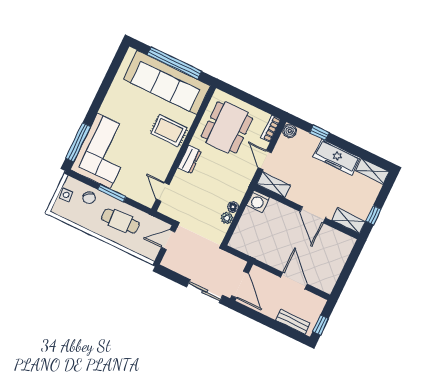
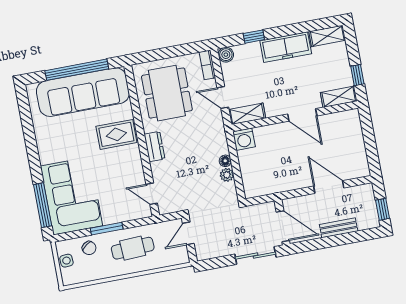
bench: (293, 322) -> (339, 228), moved

